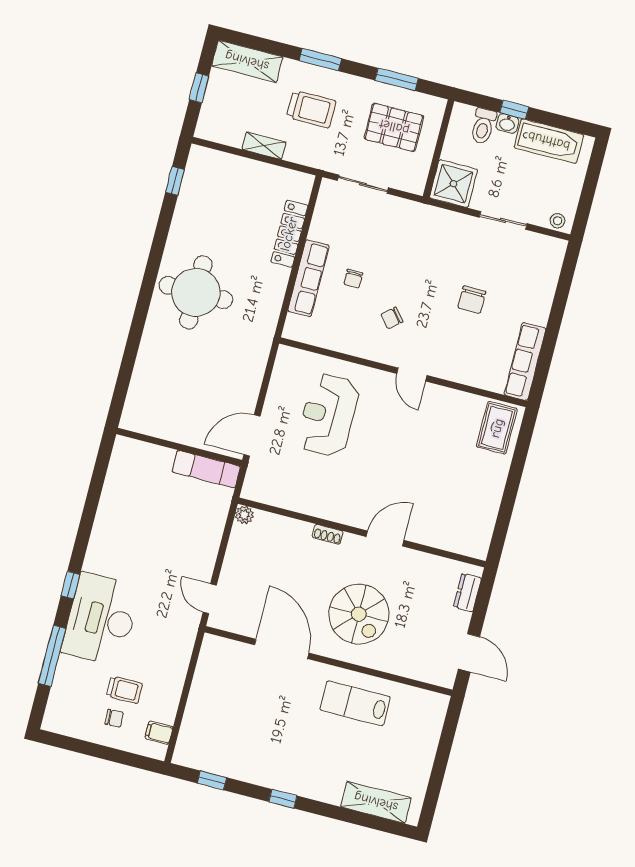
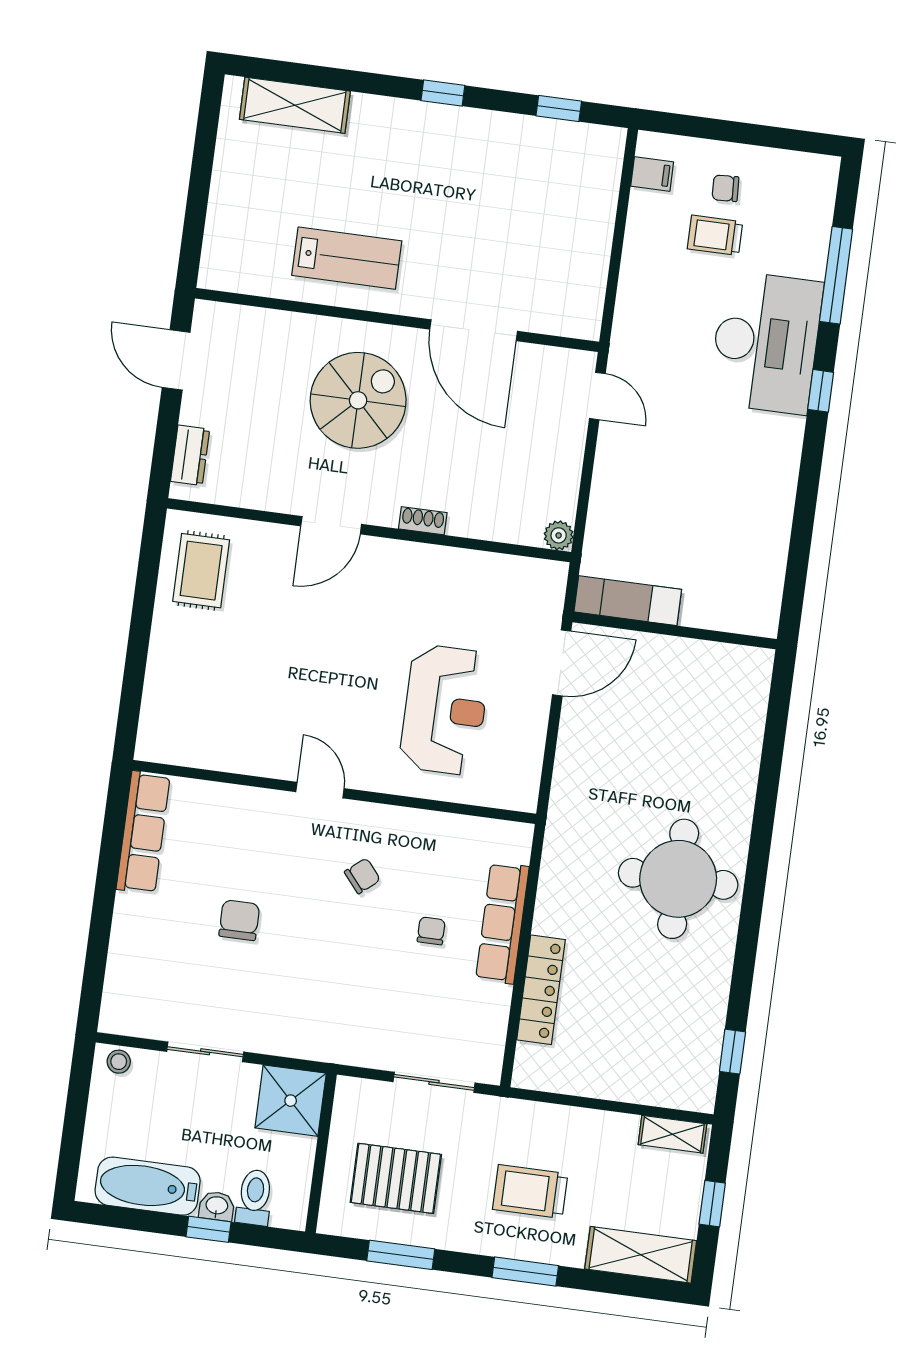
shelving: (264, 146) -> (672, 1134), moved
rug: (497, 428) -> (201, 571), moved
spiral stairs: (359, 614) -> (358, 400), turned 90

